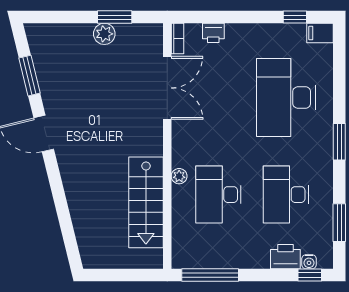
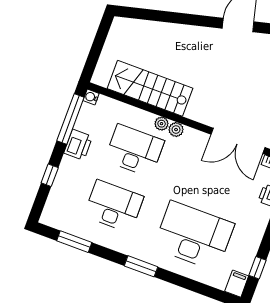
plant: (180, 158) -> (176, 130), added
printer: (285, 257) -> (78, 145), moved
water cooler: (309, 262) -> (91, 97), moved
window: (310, 275) -> (50, 175), moved

